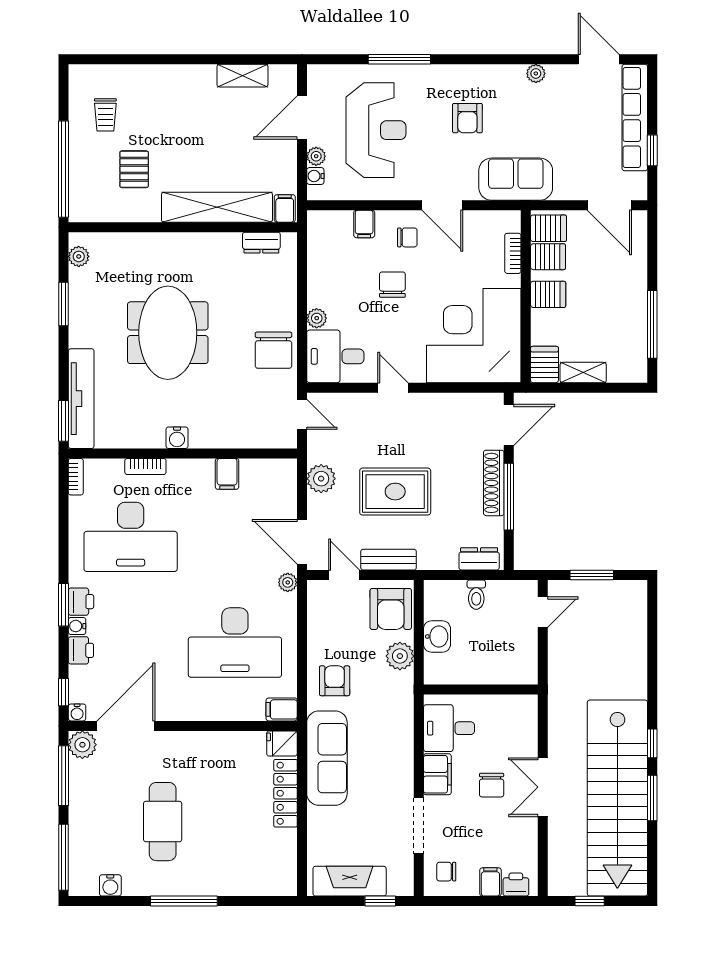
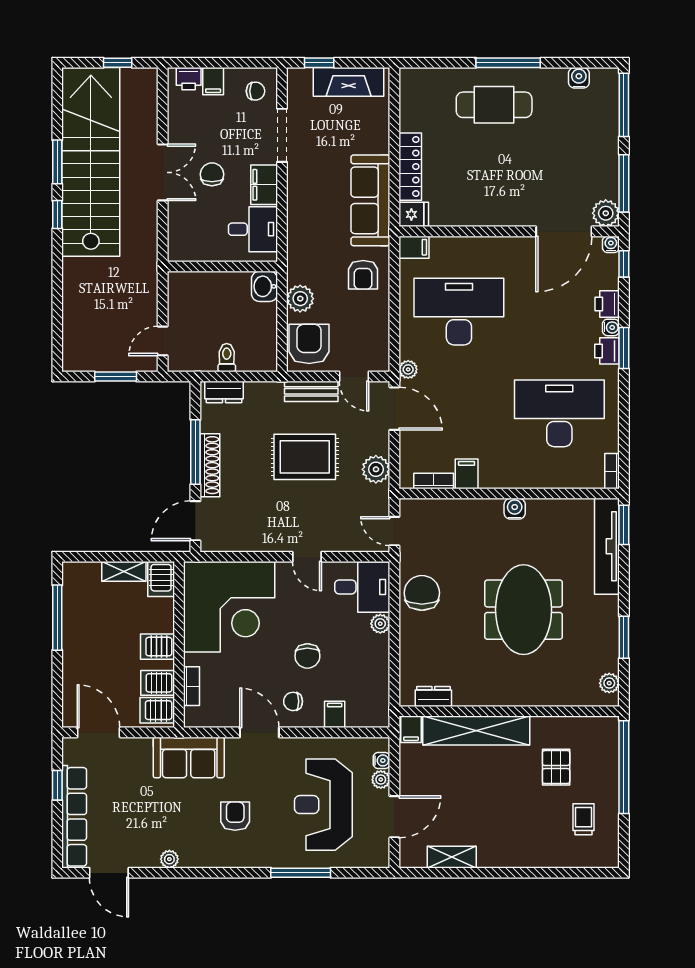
bookcase: (145, 466) -> (434, 481), moved
washbasin: (437, 637) -> (264, 286), moved
cafe table: (163, 822) -> (494, 105), moved, turned 90

